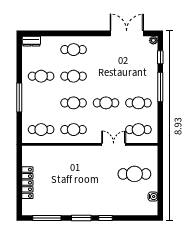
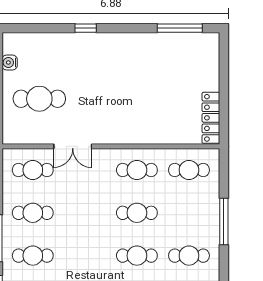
cafe table: (106, 103) -> (33, 256), moved
locker: (27, 183) -> (211, 118), moved
window: (81, 218) -> (125, 28), removed

